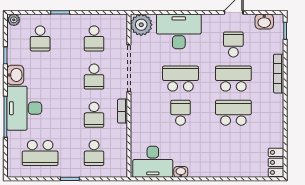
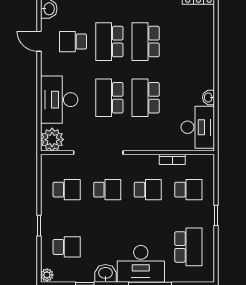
bookcase: (123, 111) -> (172, 159), moved
school desk: (180, 113) -> (146, 98), width x1.85

